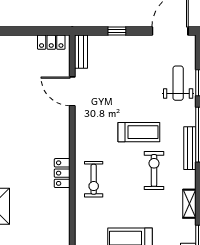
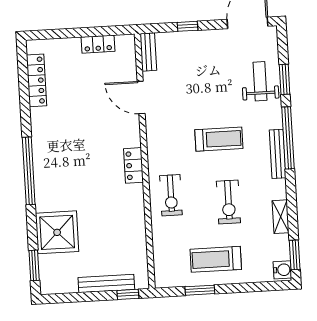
locker: (51, 42) -> (98, 44), moved
exercise bike: (154, 170) -> (228, 202), moved, turned 180
locker: (62, 173) -> (134, 165), moved

